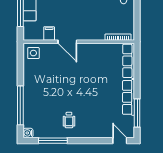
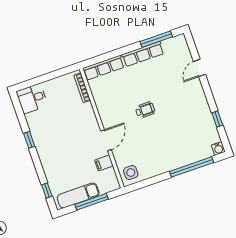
wheelchair: (69, 120) -> (145, 110), moved
window: (53, 141) -> (217, 119), width x0.46
door: (120, 141) -> (199, 68), moved

